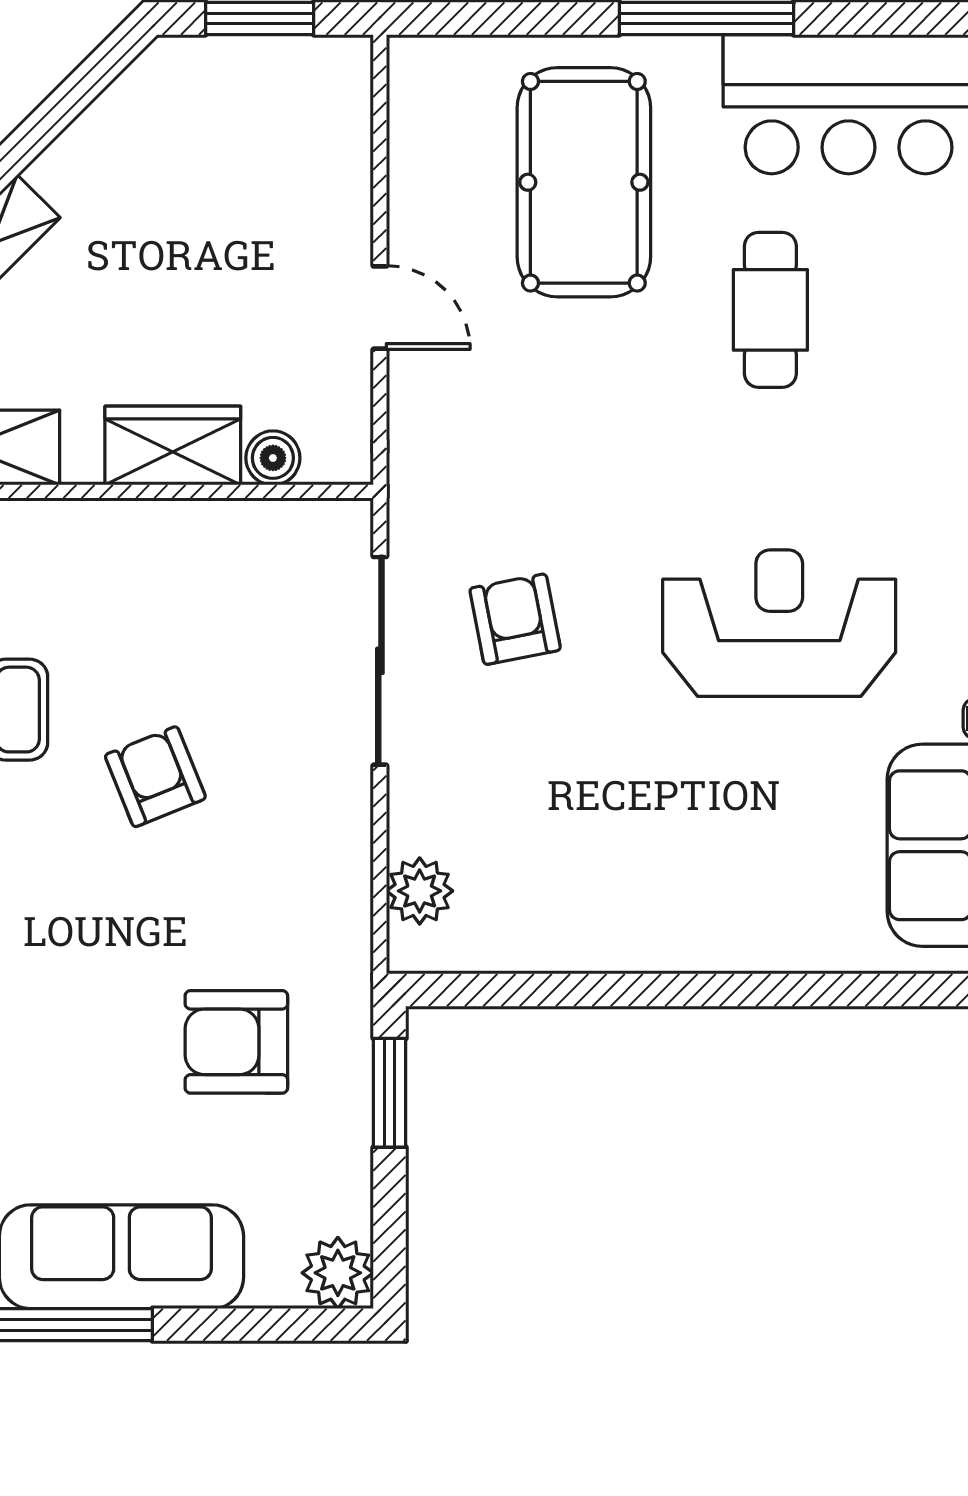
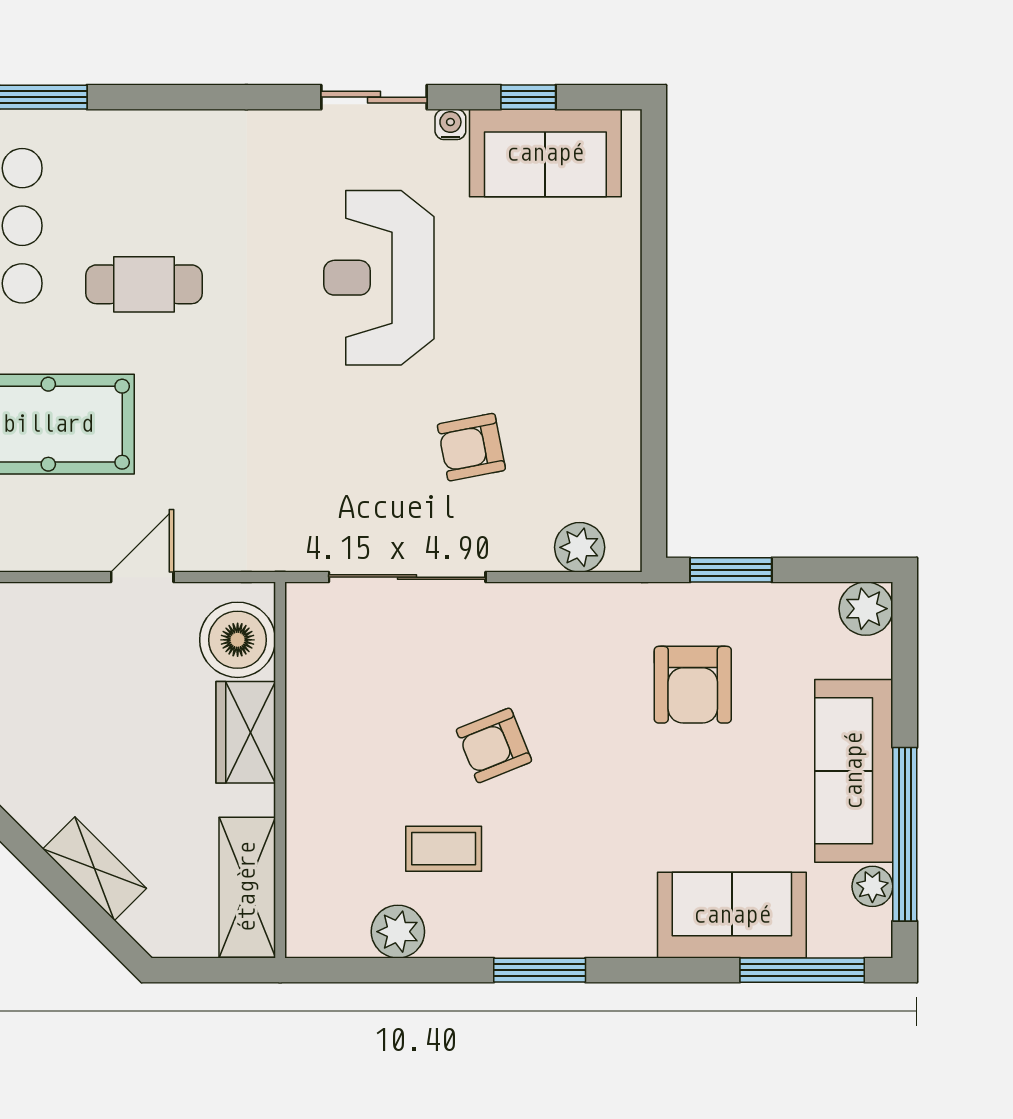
boiler: (273, 458) -> (238, 640), width x1.86, depth x1.86
armchair: (515, 619) -> (471, 447), moved

